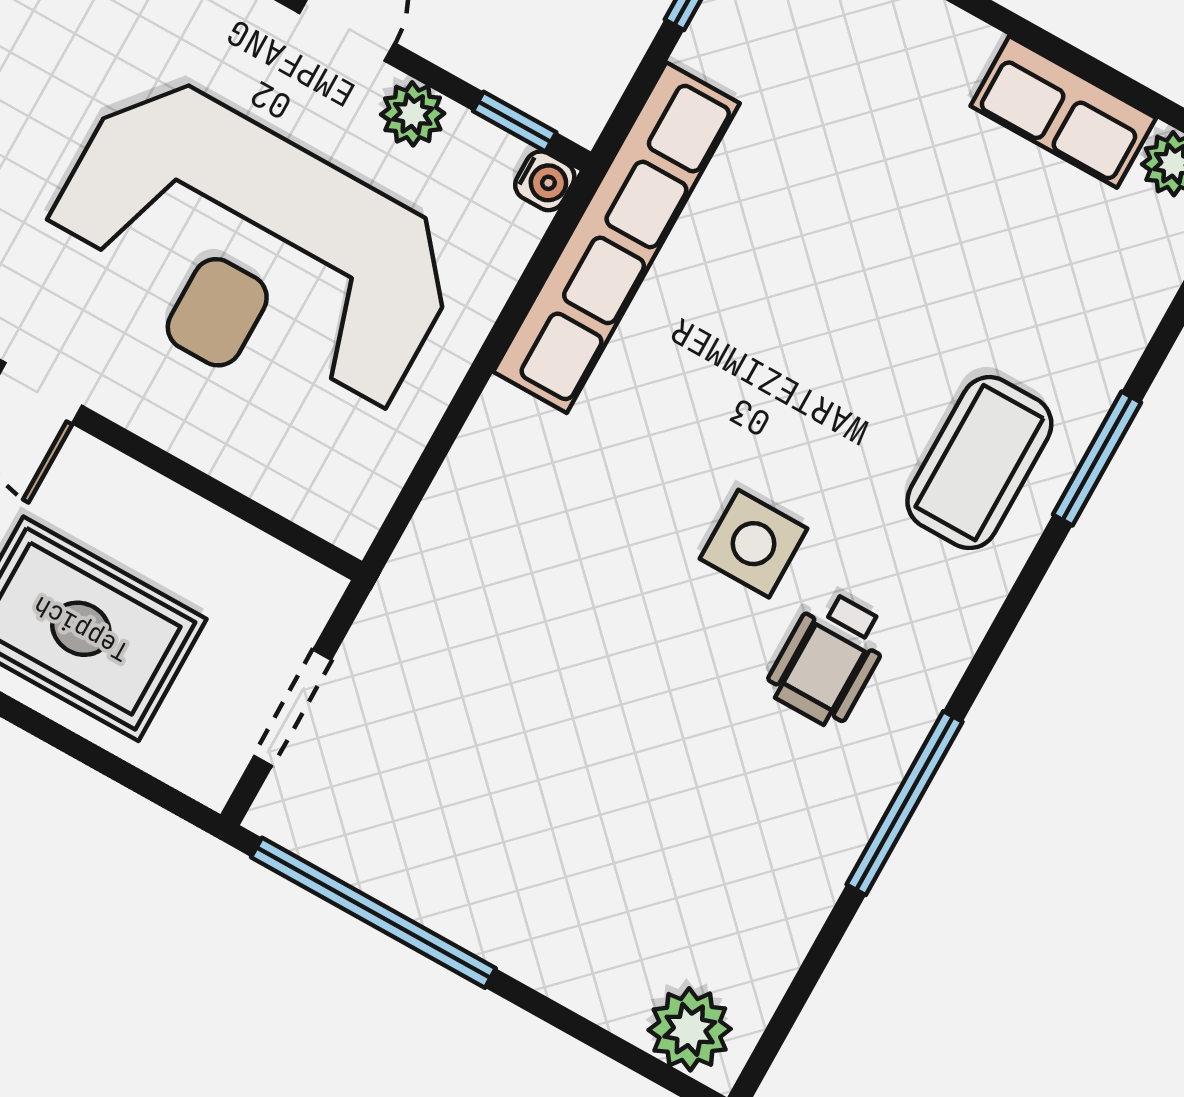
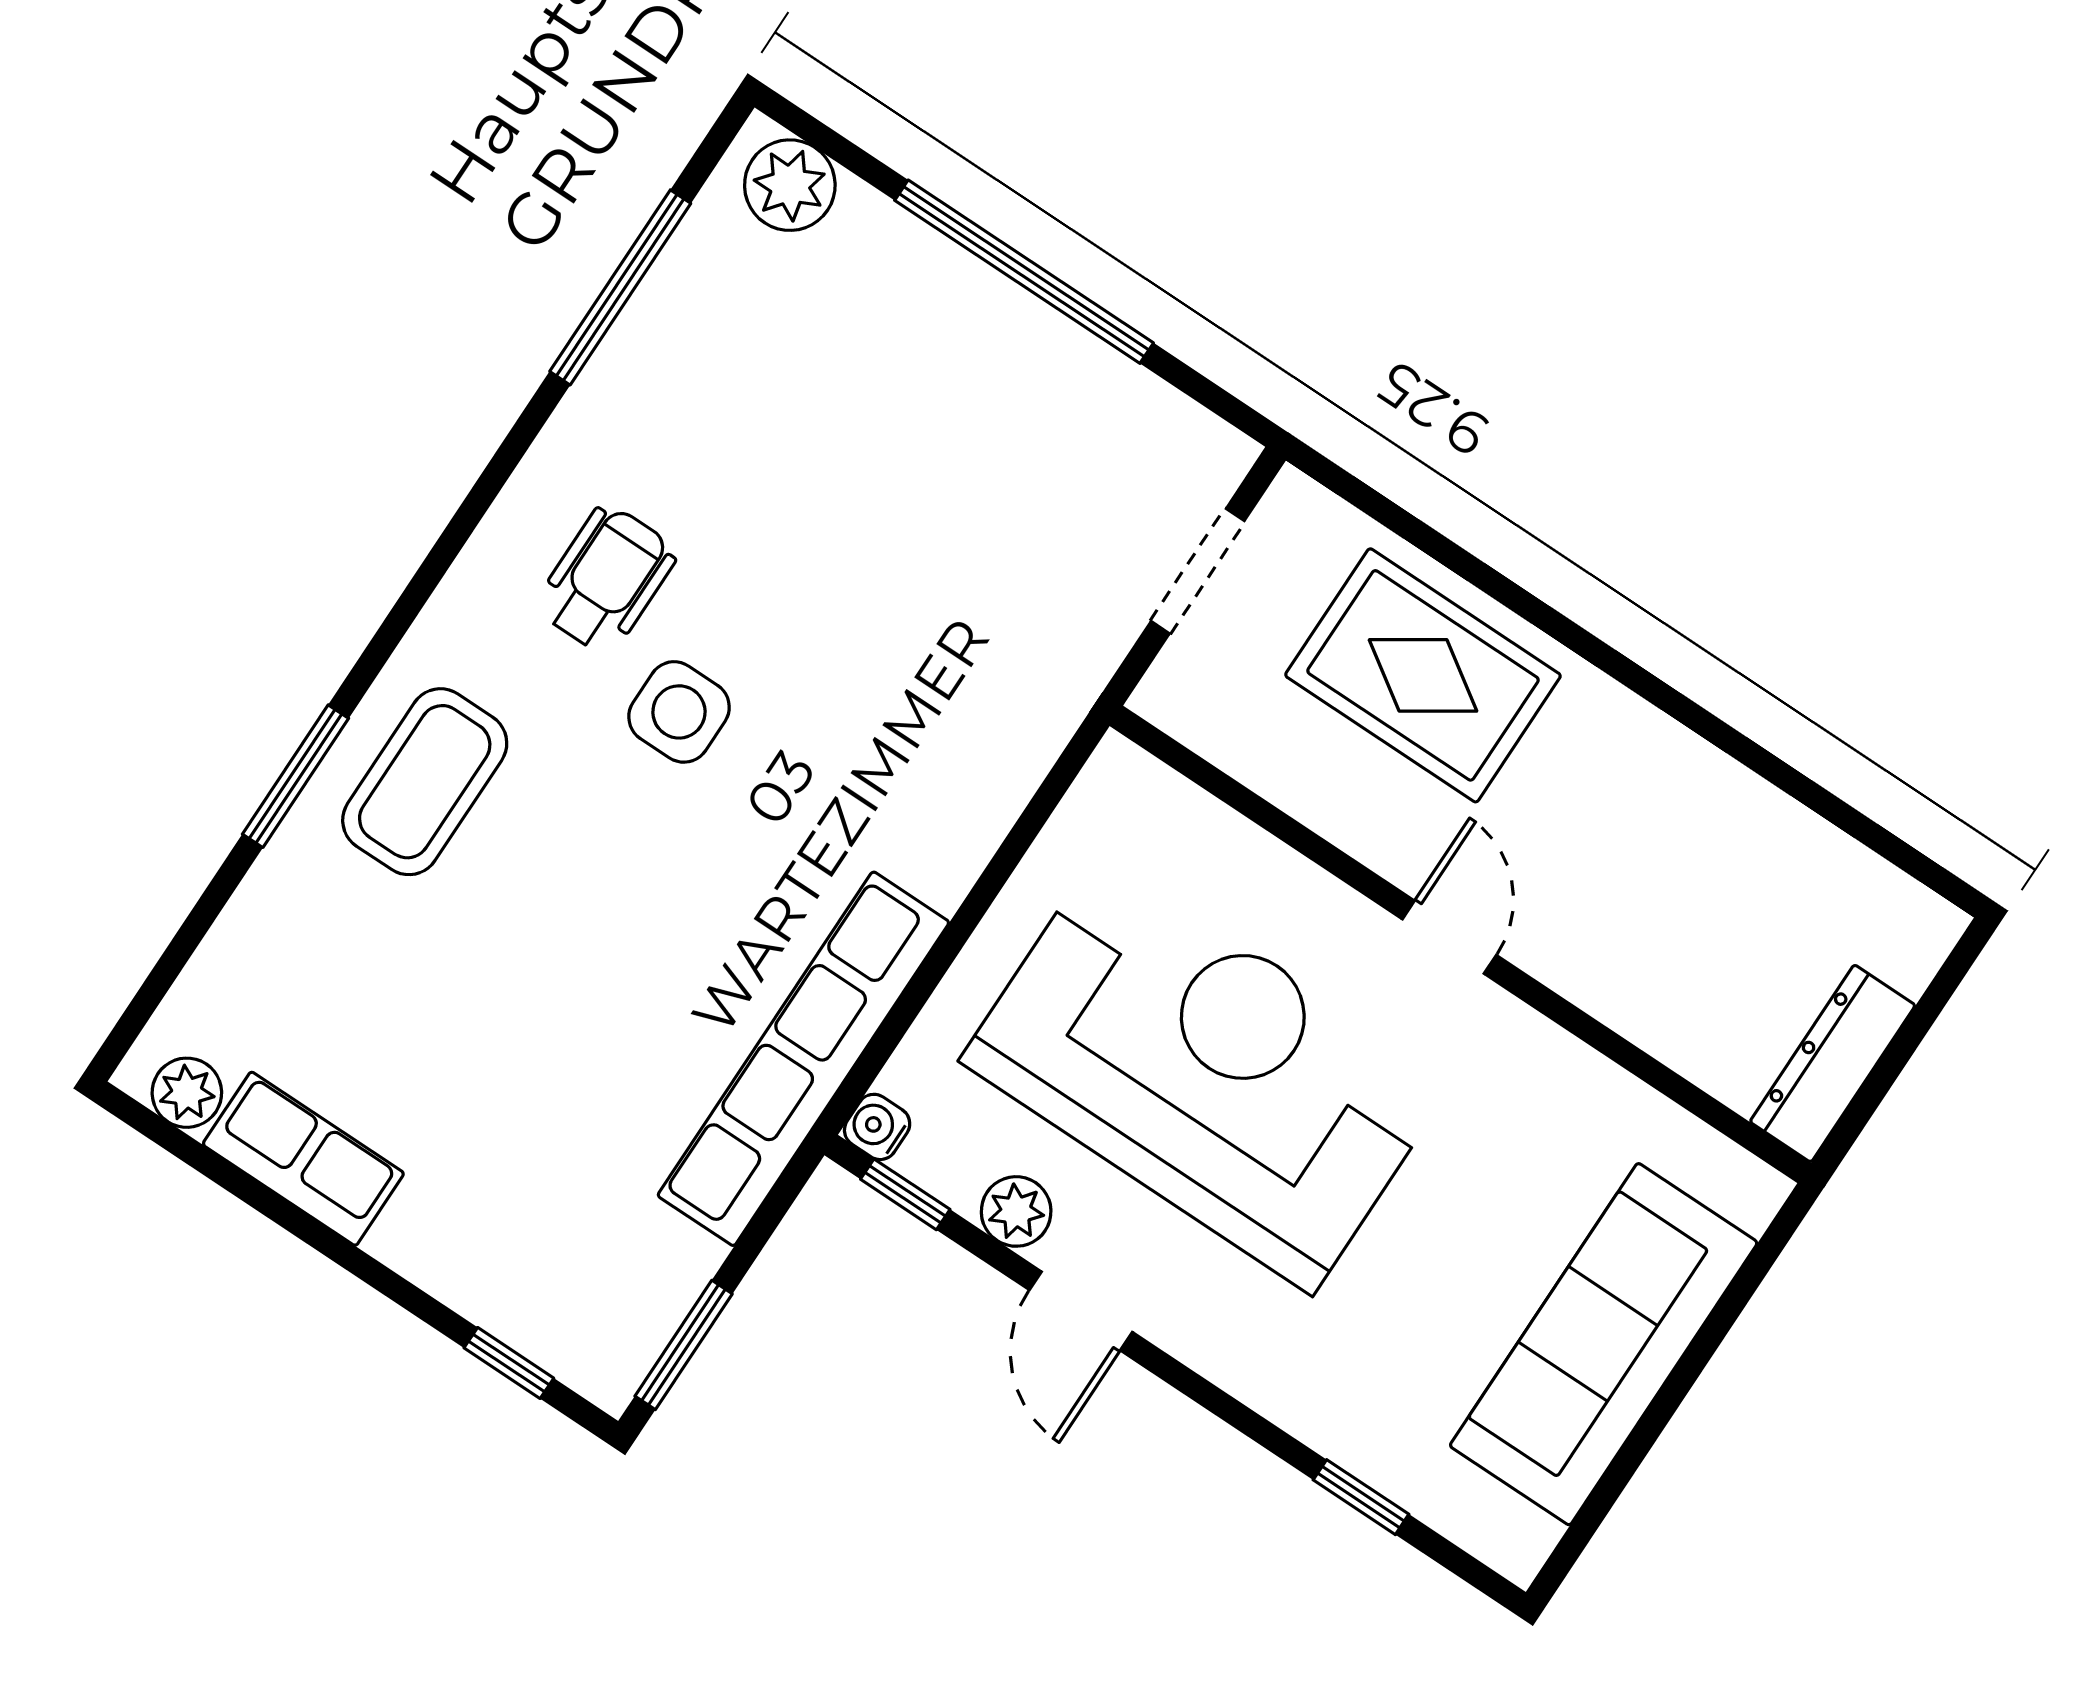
window: (904, 803) -> (620, 287), moved
window: (373, 913) -> (1024, 272), moved

